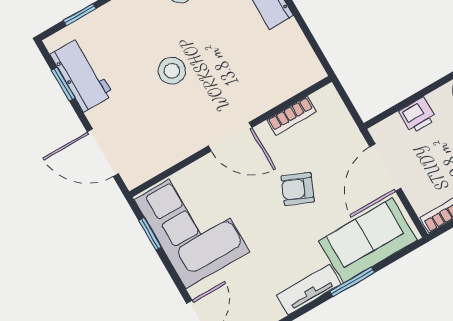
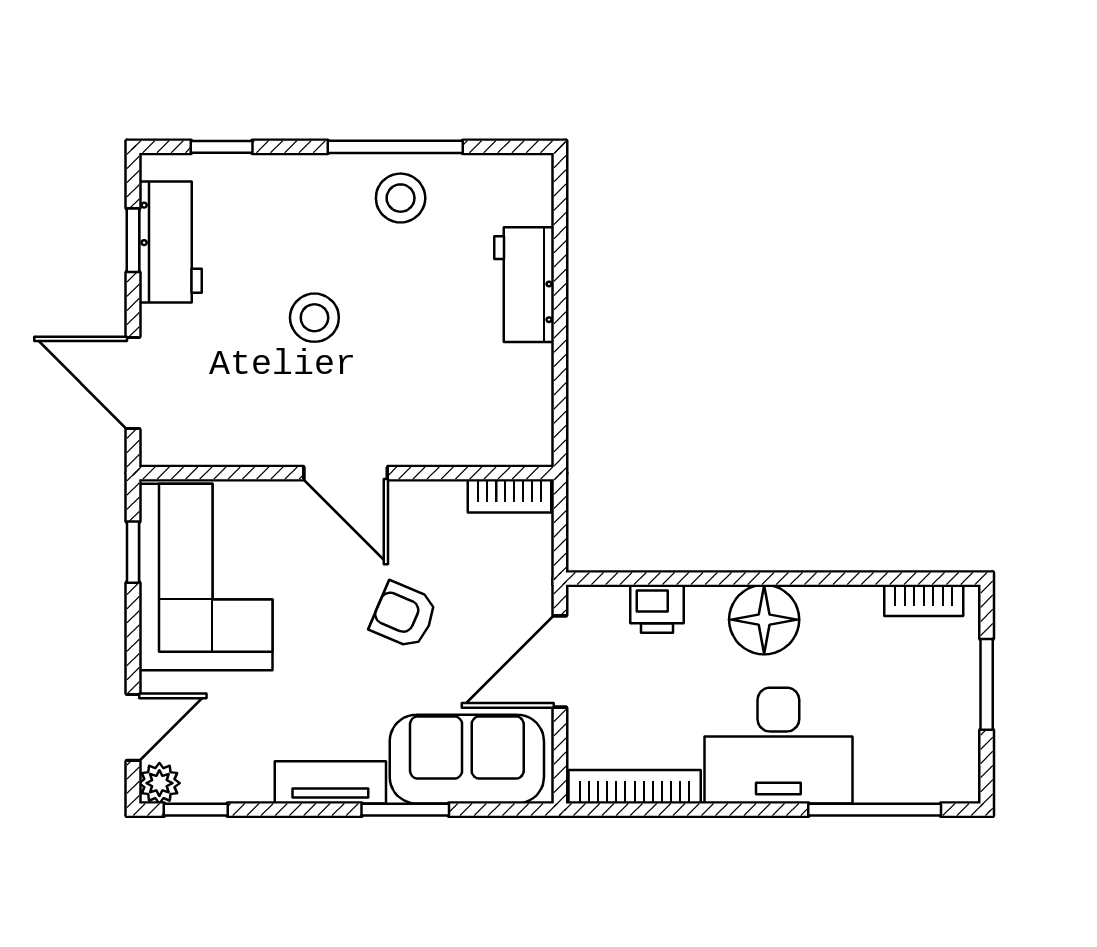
bookcase: (291, 116) -> (510, 496), moved

